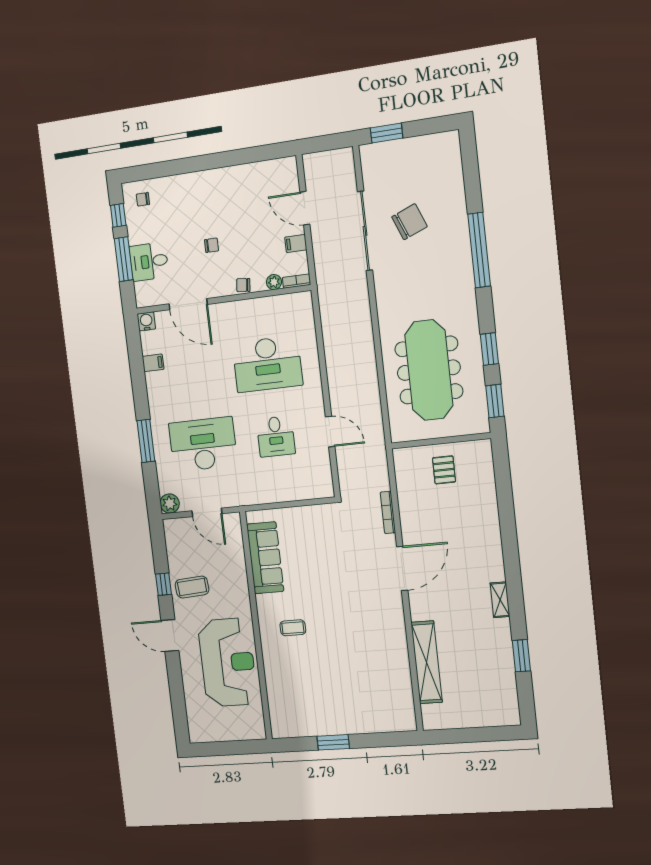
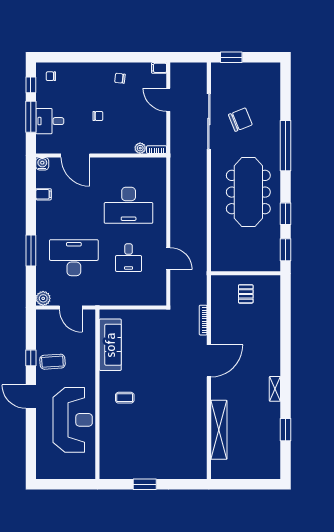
filing cabinet: (296, 243) -> (159, 68), moved
chair: (243, 285) -> (120, 78), moved
meeting table: (429, 370) -> (248, 192), moved

